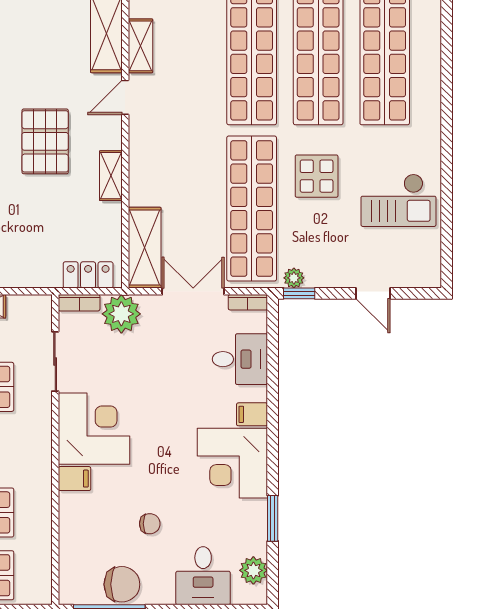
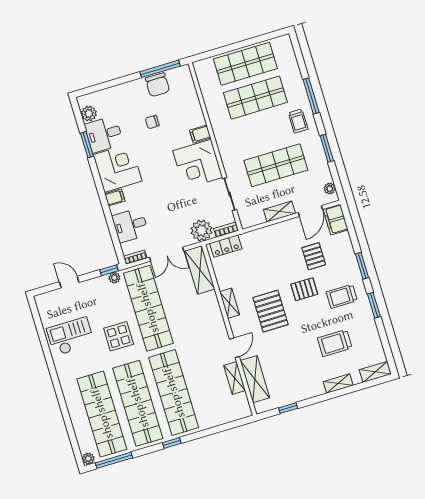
desk: (203, 576) -> (104, 134), moved, turned -90
chair: (122, 584) -> (157, 85), turned -90

